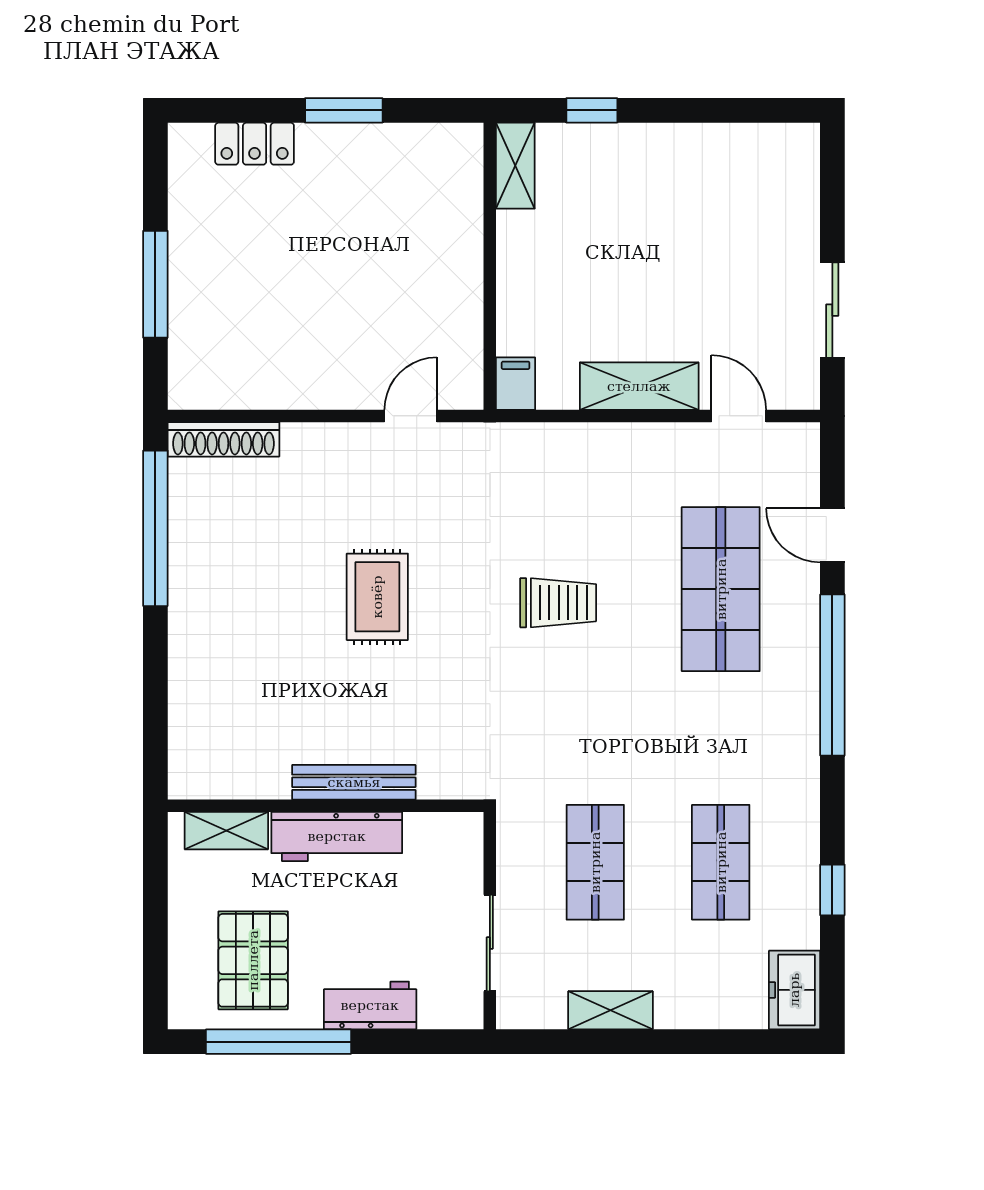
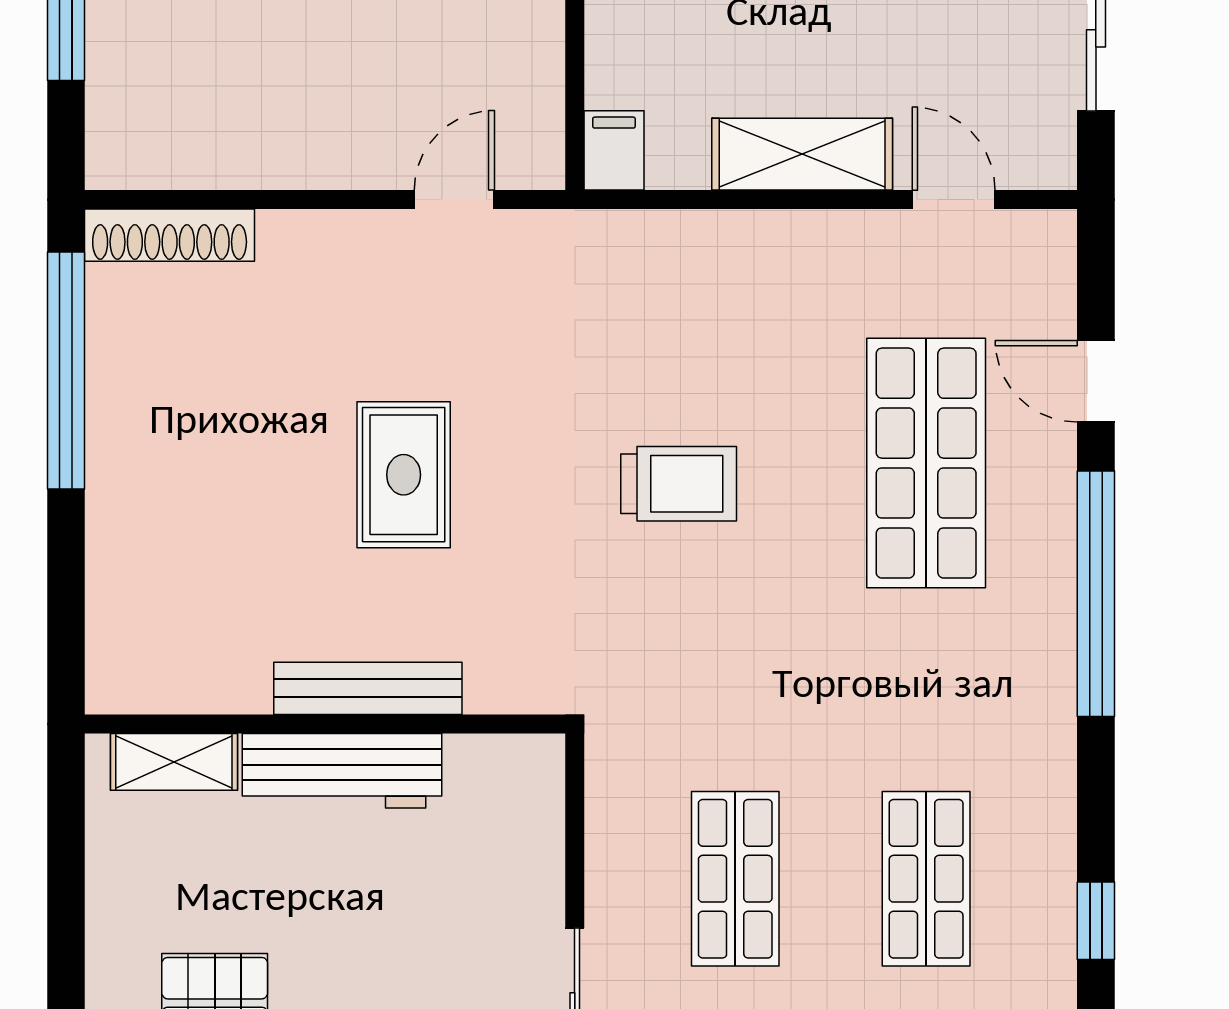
bench: (354, 782) -> (368, 688), moved
wall: (326, 806) -> (325, 724), moved
shelving: (226, 831) -> (174, 762), moved
workbench: (337, 836) -> (342, 771), moved

